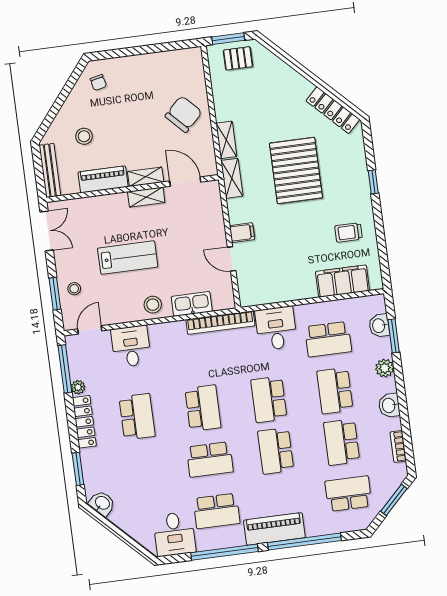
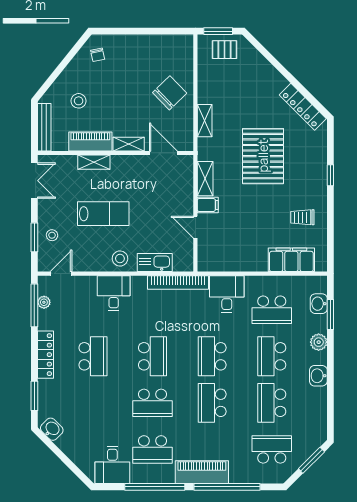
shelving: (232, 178) -> (205, 179), moved
shelving: (146, 197) -> (94, 162), moved
desk: (131, 346) -> (114, 293), moved
plant: (78, 387) -> (44, 302), moved
bookcase: (398, 446) -> (322, 413), removed

